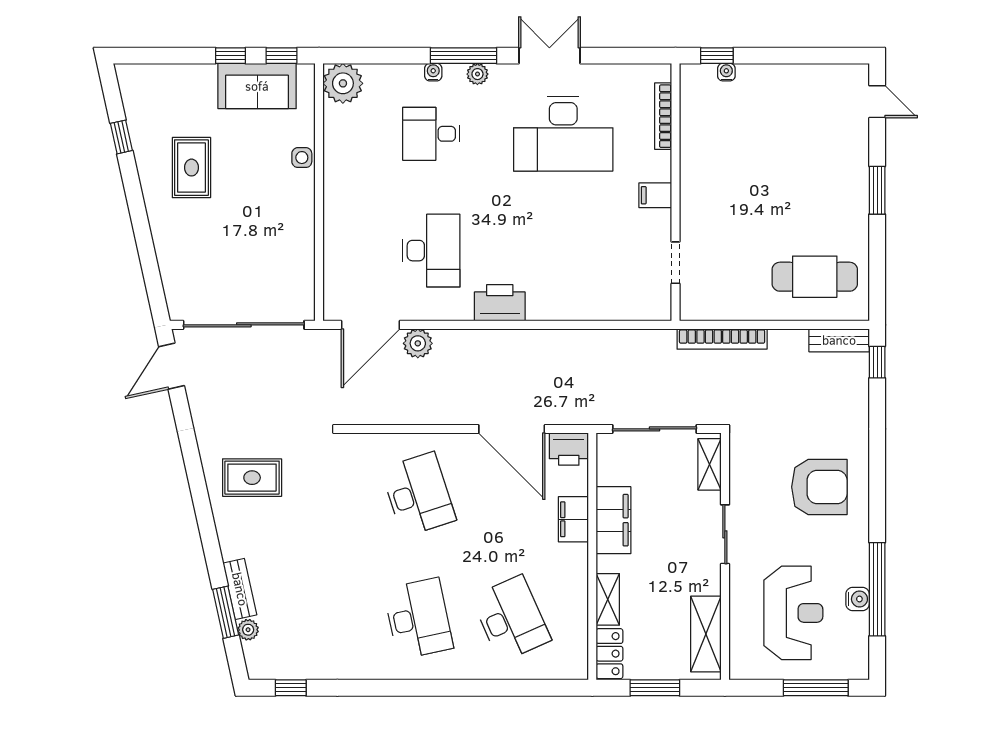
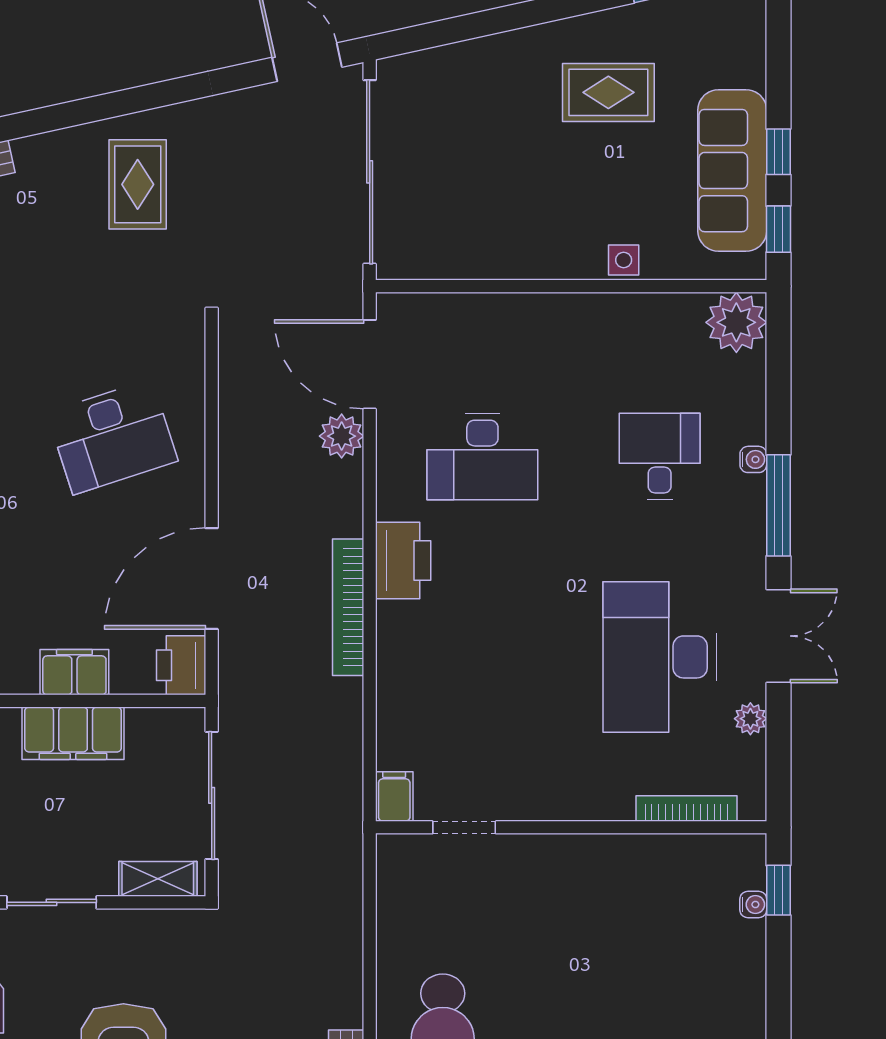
plant: (477, 74) -> (750, 719), moved
sofa: (257, 86) -> (732, 171), width x1.36
filing cabinet: (655, 195) -> (394, 796), moved
bookcase: (722, 339) -> (348, 607), moved

